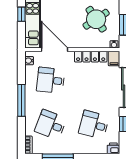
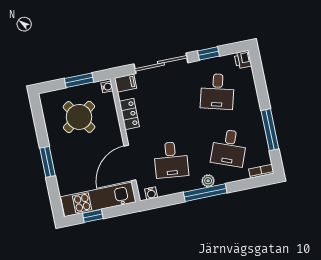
locker: (91, 57) -> (129, 114), width x0.66
plant: (30, 104) -> (208, 181), added

